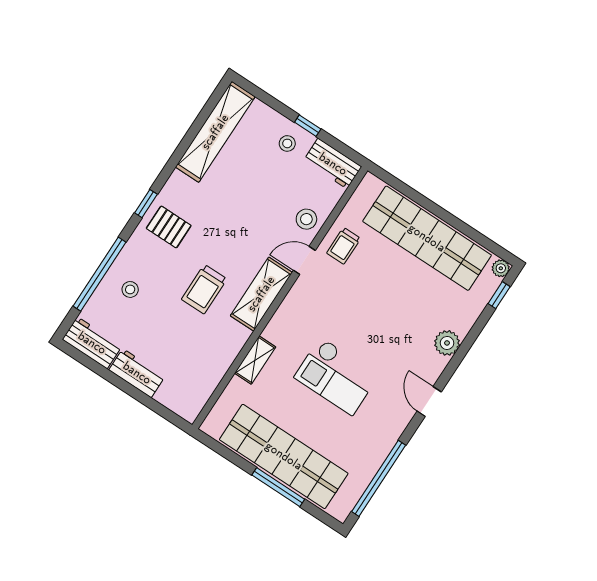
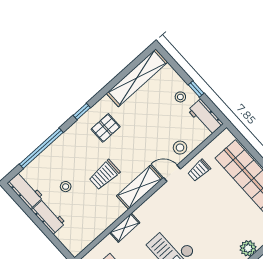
pallet: (169, 227) -> (106, 128), moved, turned 90
stool: (130, 289) -> (66, 187), moved

